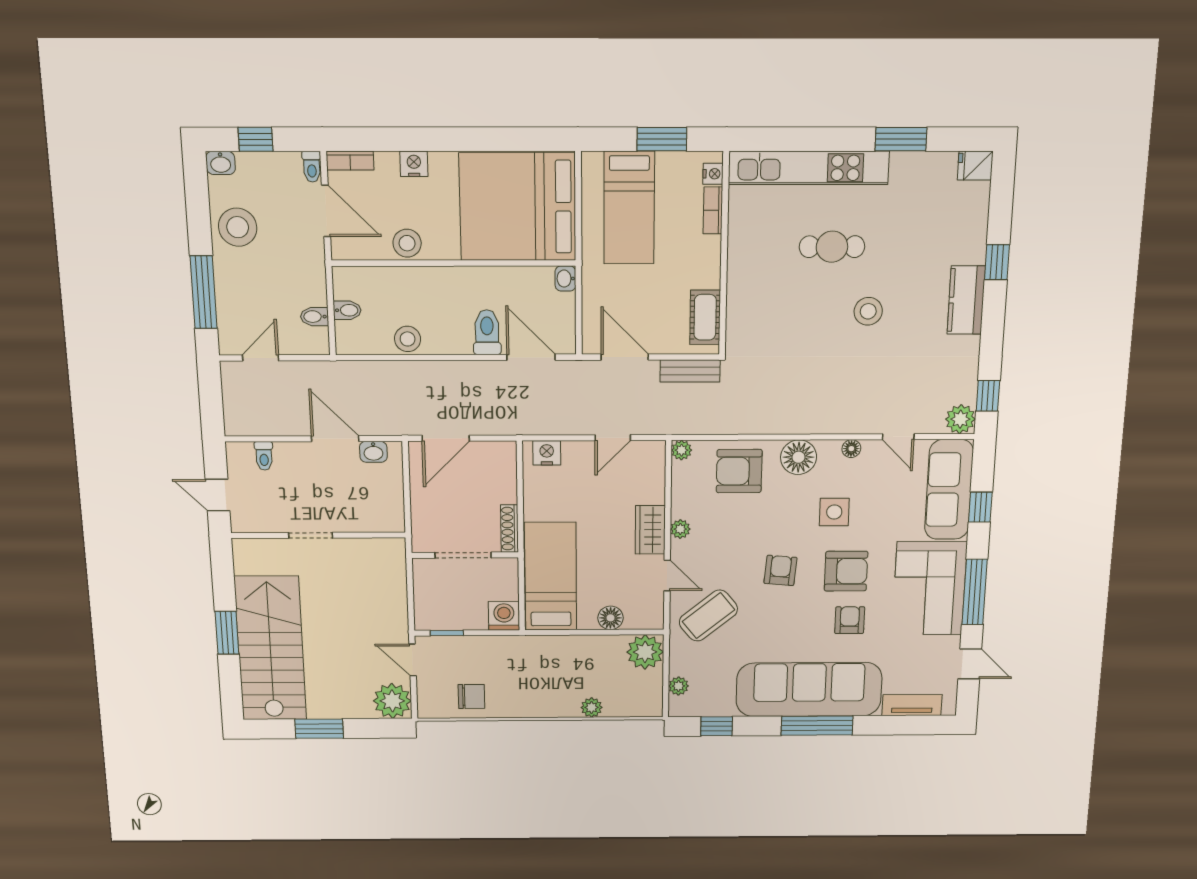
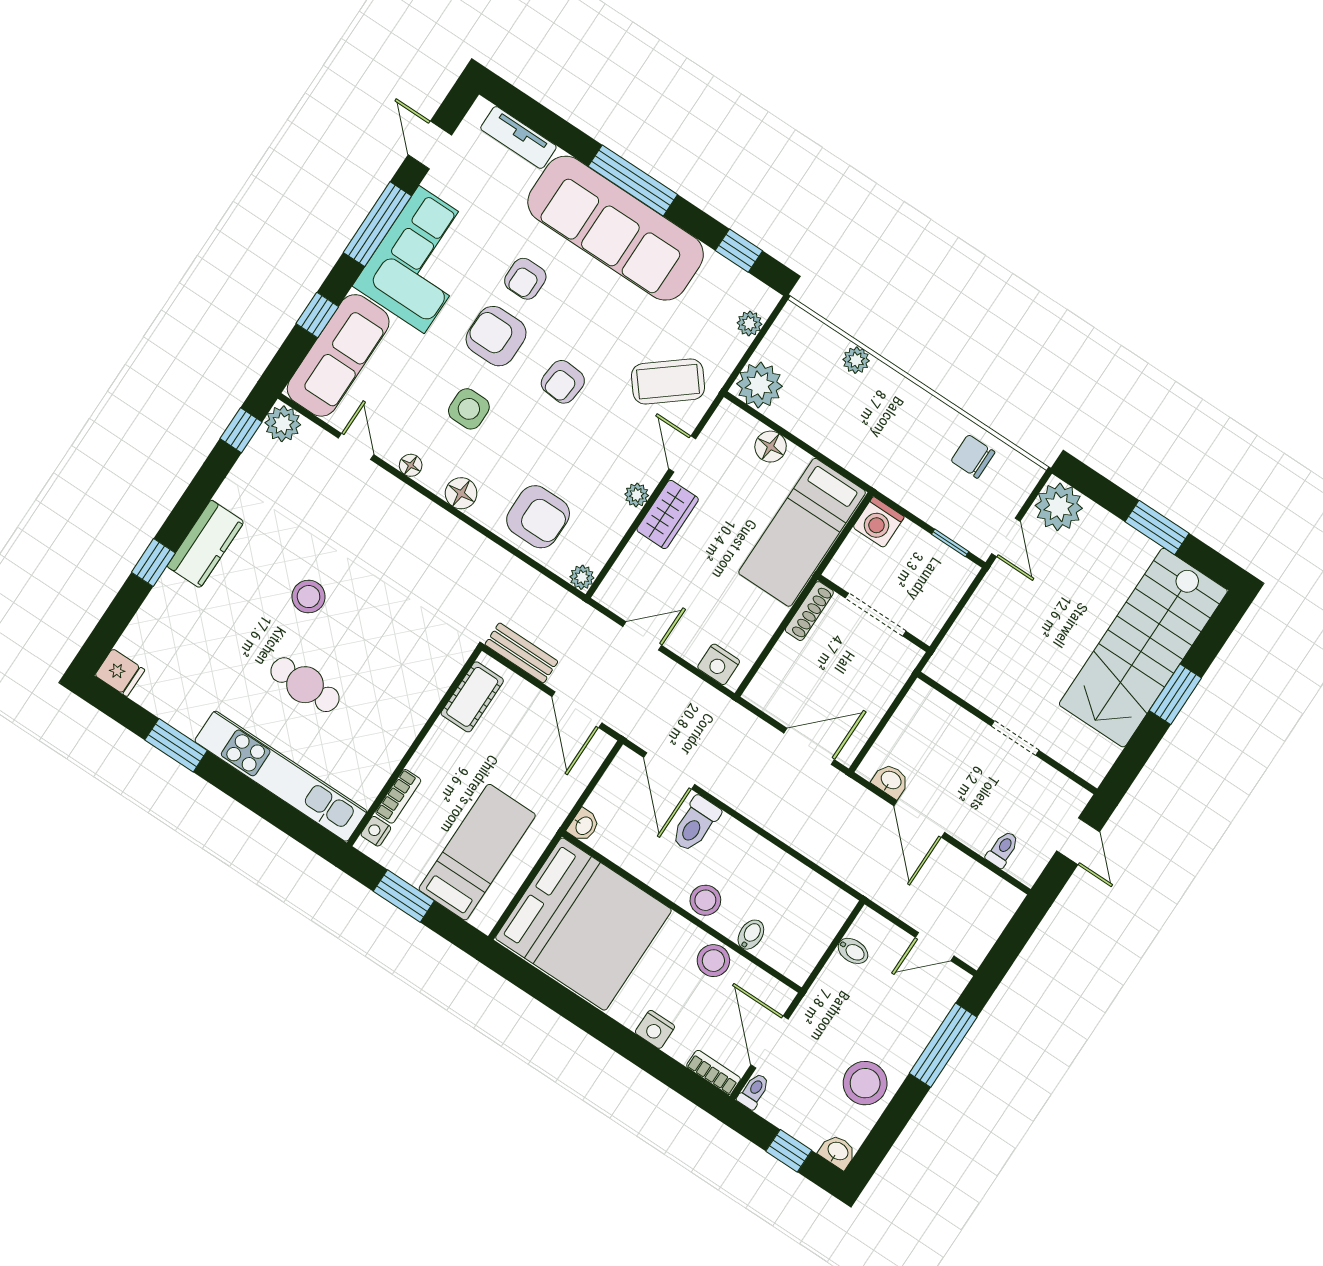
bidet: (347, 310) -> (751, 935), moved, turned 90
stool: (408, 339) -> (705, 900), moved
floor lamp: (799, 457) -> (461, 493), width x0.73, depth x0.73

